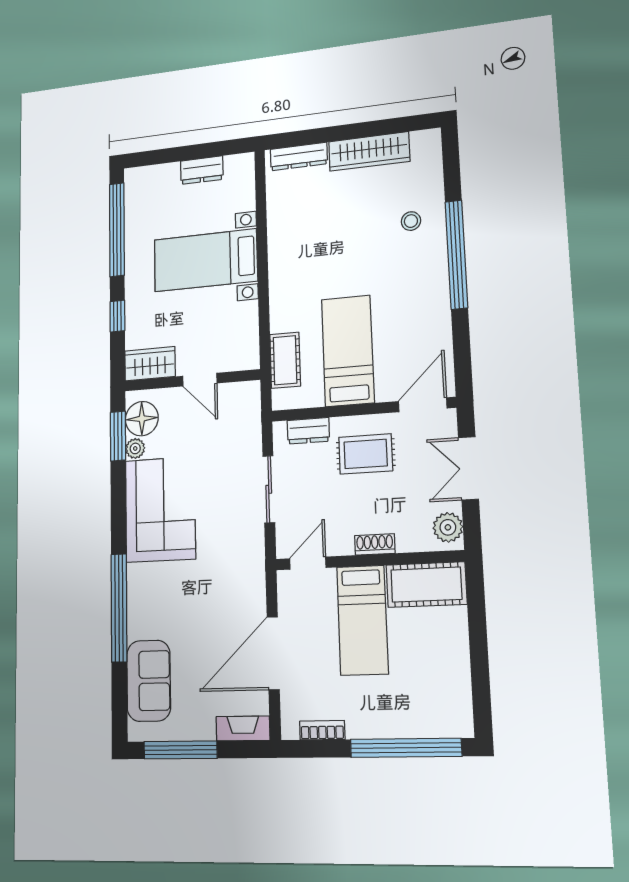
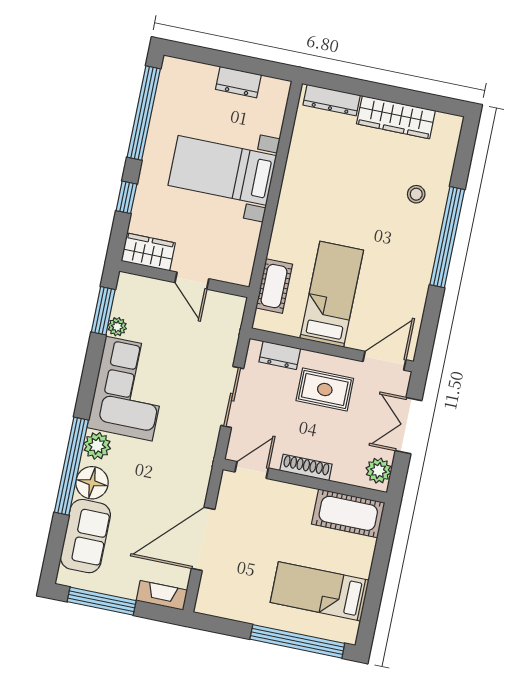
floor lamp: (142, 419) -> (92, 483), moved
shoe rack: (375, 544) -> (306, 467), width x1.43
plant: (141, 579) -> (97, 446), added
bed: (362, 620) -> (320, 591), moved, turned 90
bookcase: (322, 730) -> (231, 612), removed

